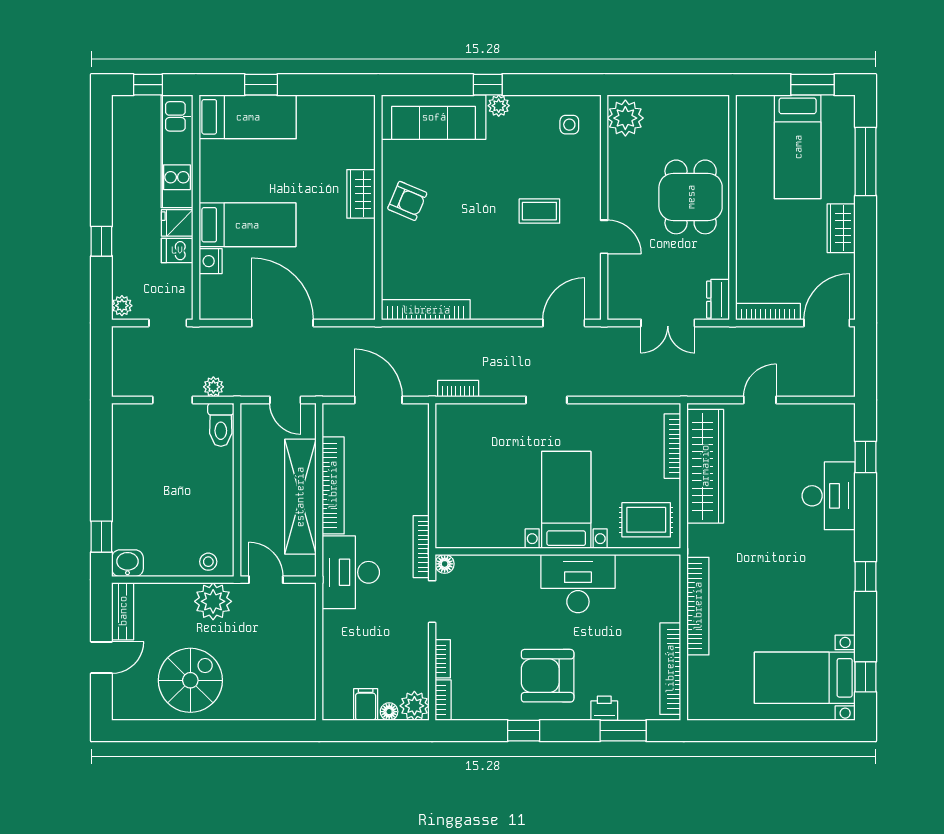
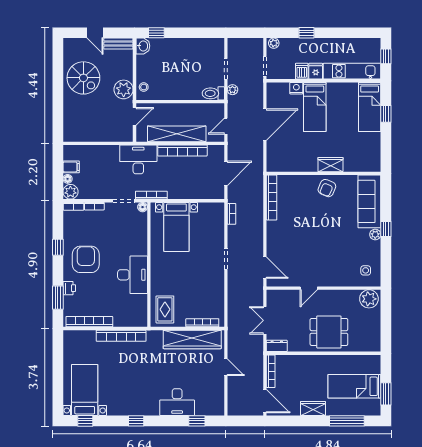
coffee table: (539, 211) -> (322, 255), removed
bed with nightstands: (566, 500) -> (176, 227), moved, turned 90

